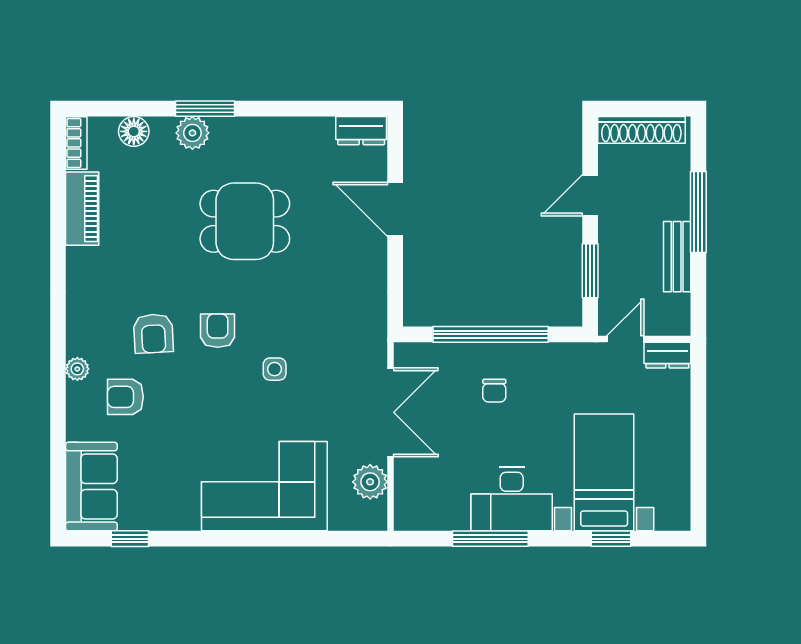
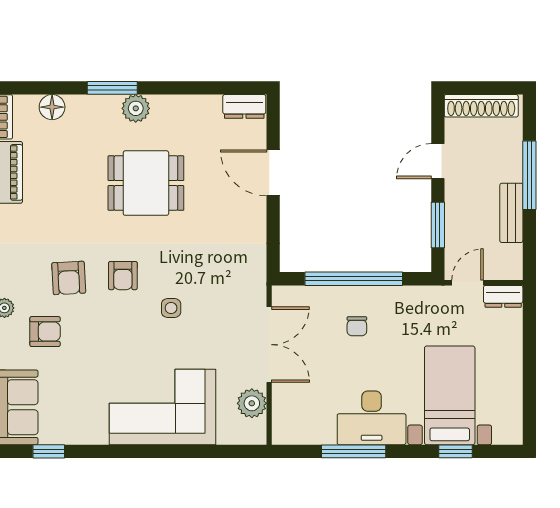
plant: (192, 133) -> (136, 108), moved
armchair: (218, 331) -> (123, 276), turned 180
armchair: (125, 397) -> (45, 332), turned 180

